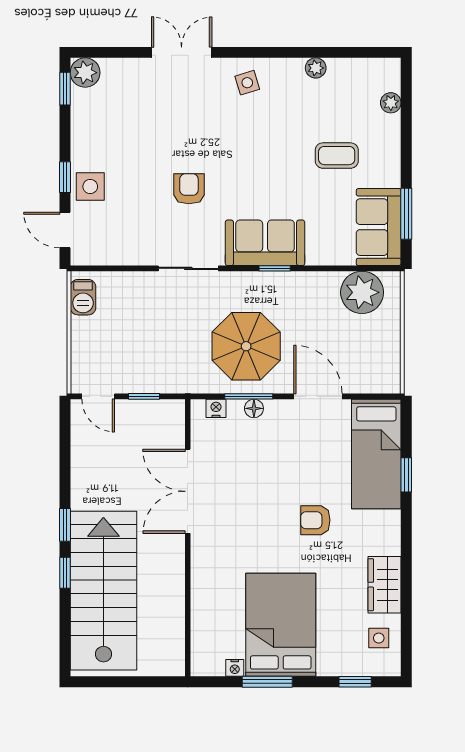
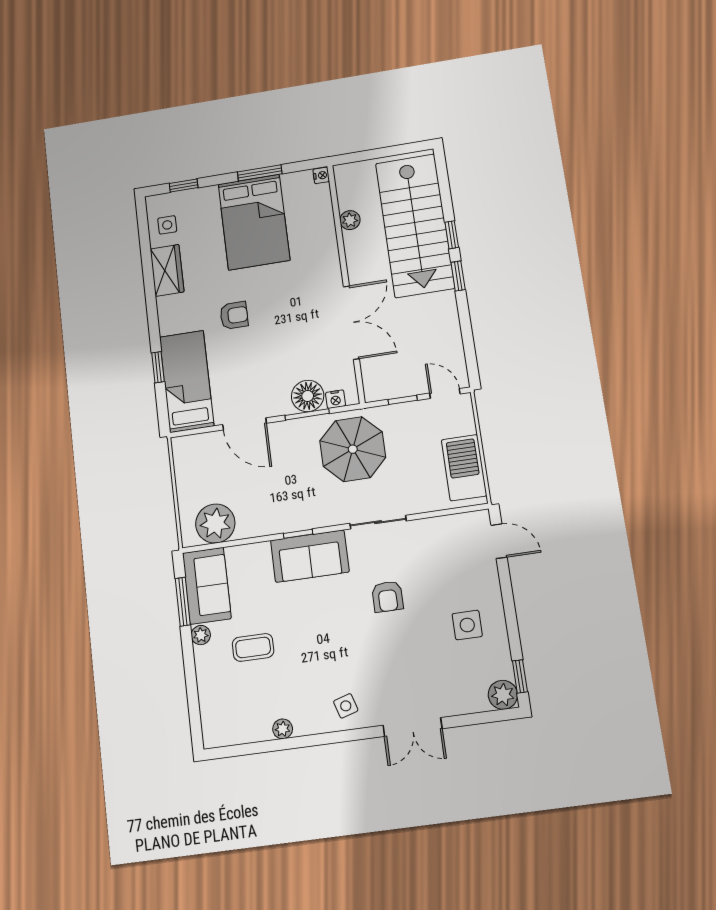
plant: (391, 103) -> (201, 635), moved
window: (65, 177) -> (507, 591), removed
side table: (90, 187) -> (467, 625), moved
barbecue: (83, 297) -> (464, 468), width x1.88, depth x1.53
parasol: (246, 346) -> (353, 449), moved
floor lamp: (254, 408) -> (308, 396), width x1.89, depth x1.89
plant: (174, 609) -> (350, 220), added
nightstand: (235, 668) -> (321, 175), moved, turned 90

